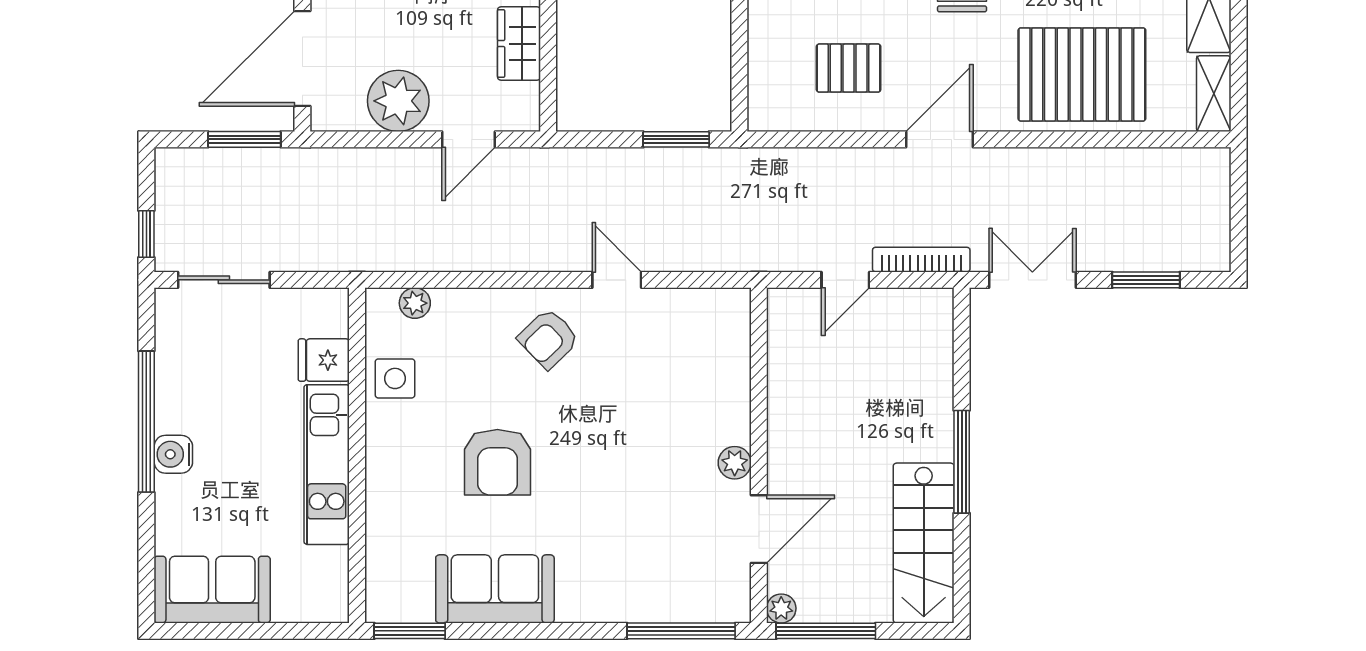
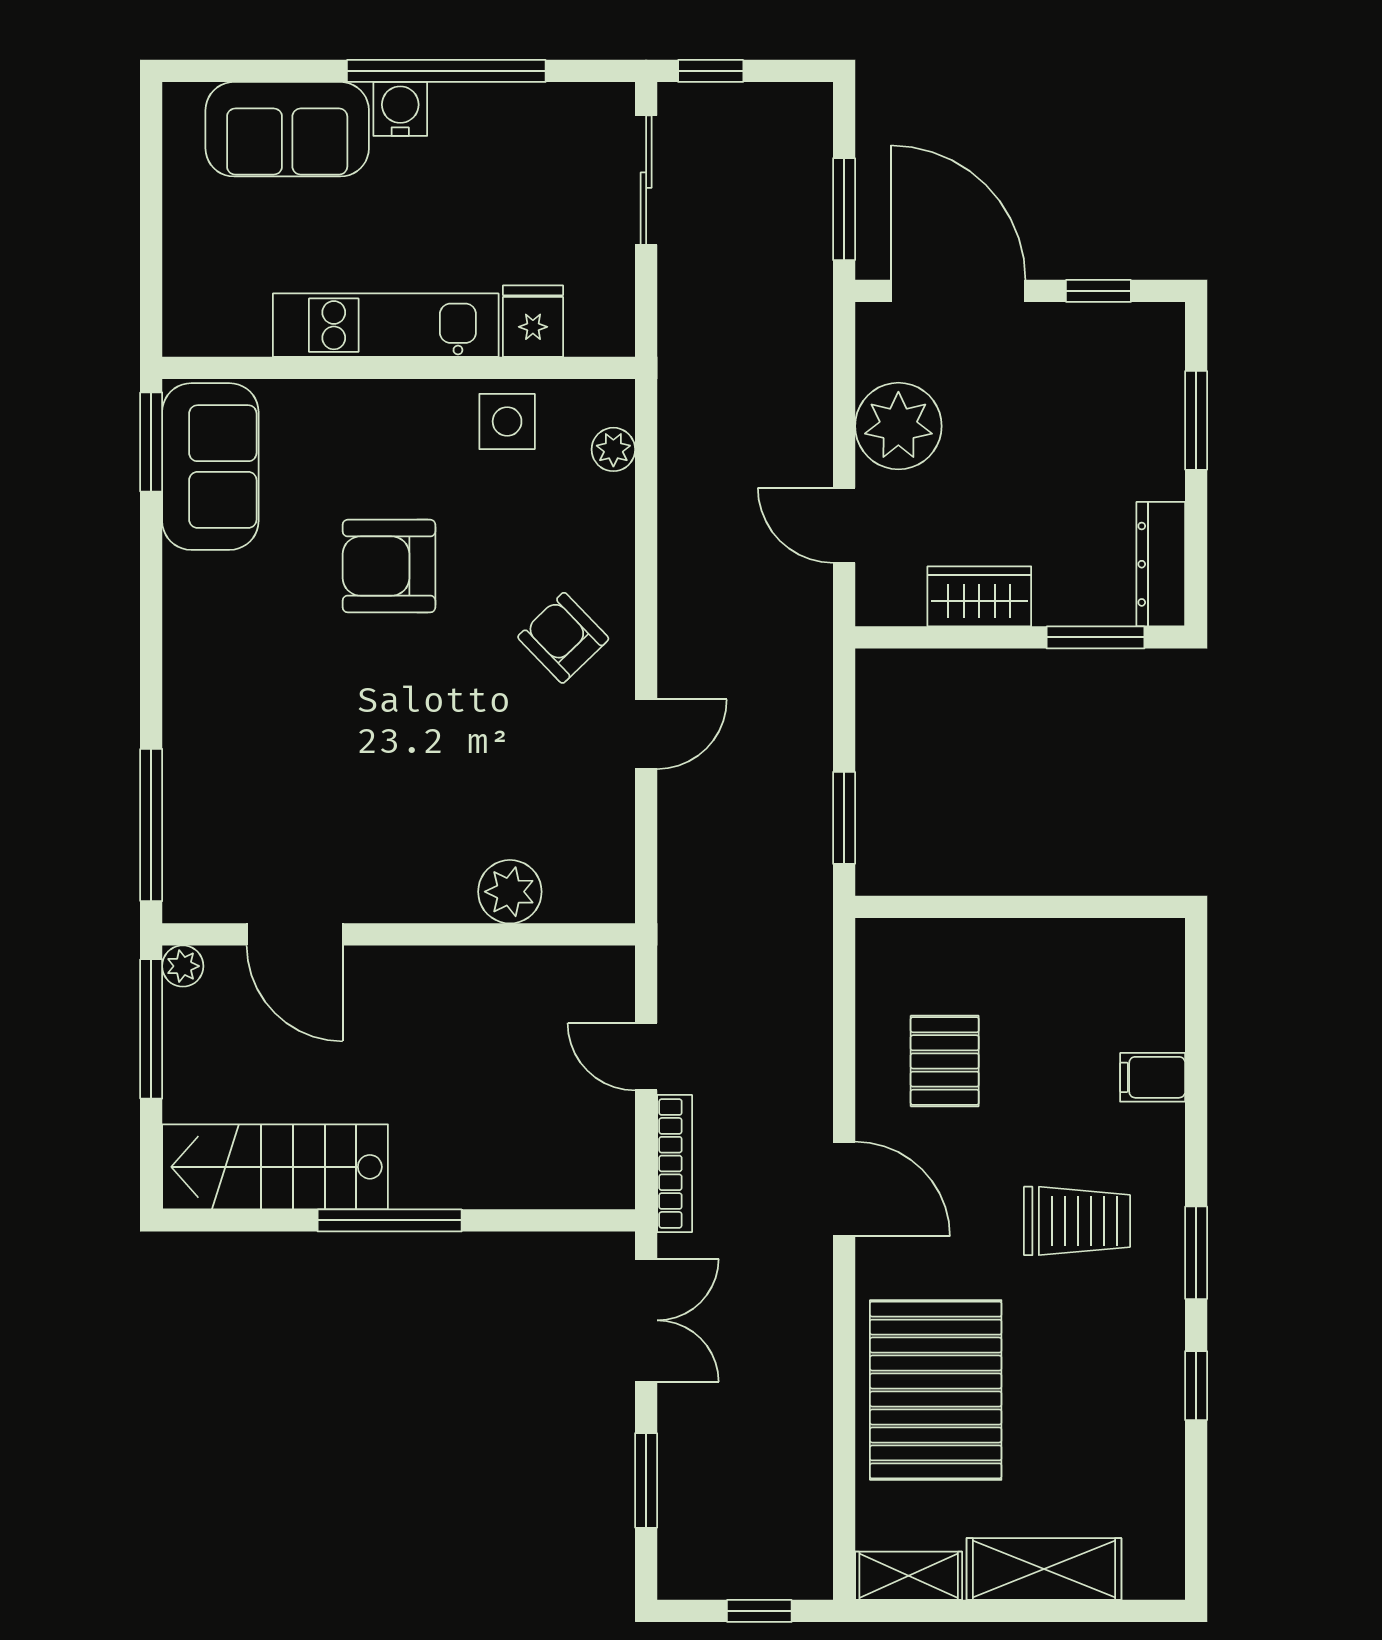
window: (1239, 200) -> (759, 1611), added
plant: (735, 463) -> (510, 892), moved, width x1.38, depth x1.38
sofa: (495, 589) -> (210, 467), moved
sofa: (212, 590) -> (287, 129), moved, turned 90

